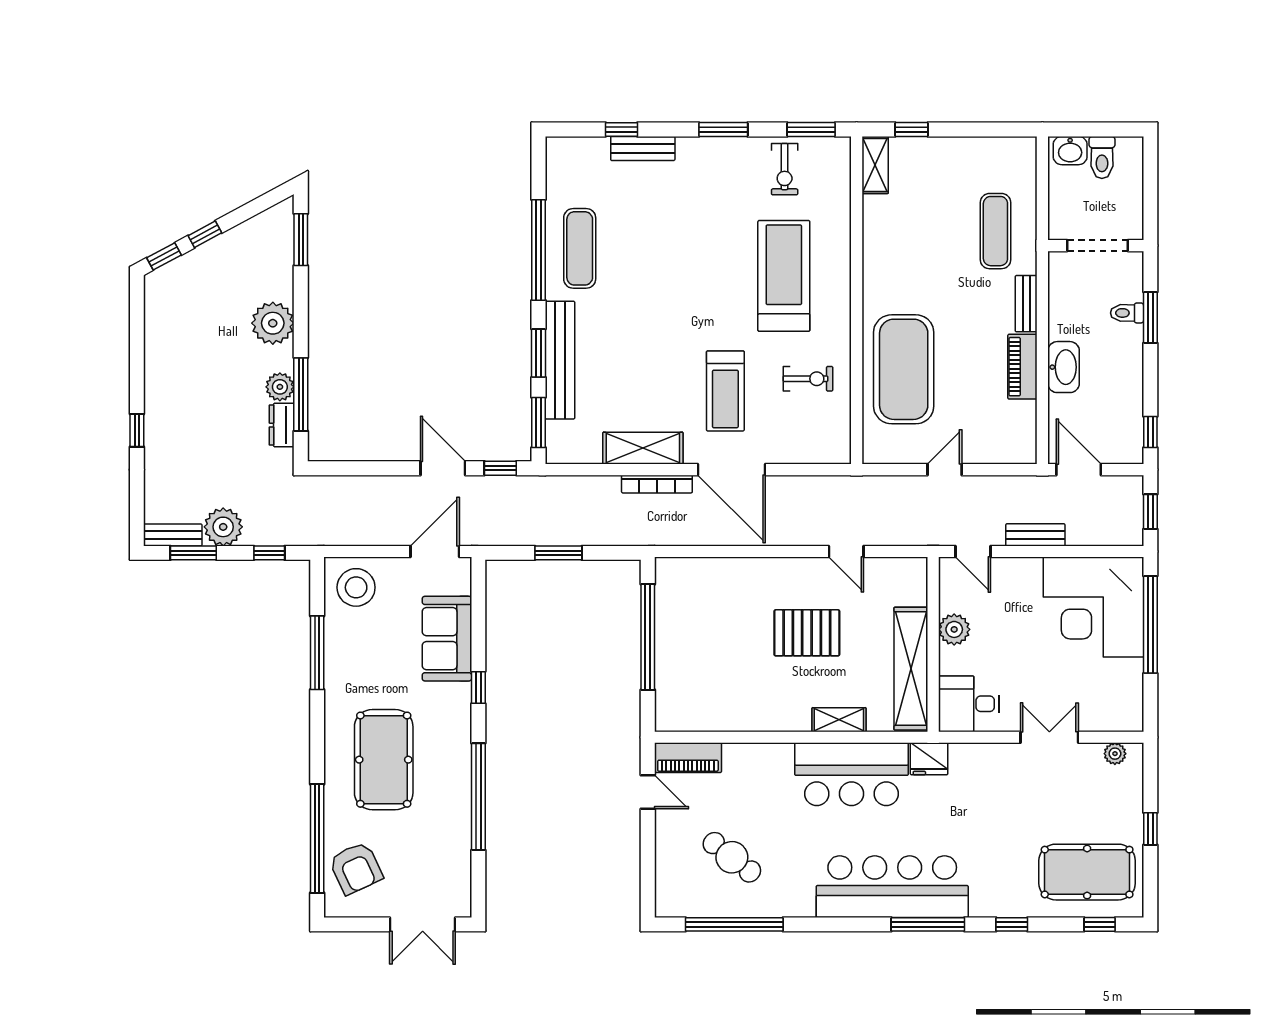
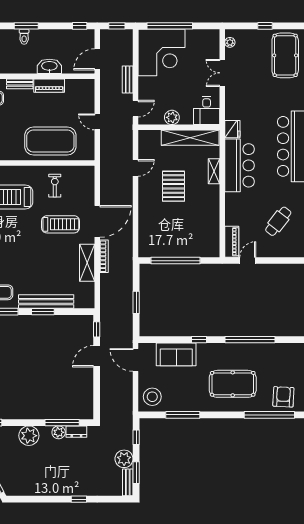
window: (538, 422) -> (75, 312), removed
armchair: (356, 868) -> (283, 397), turned -62

